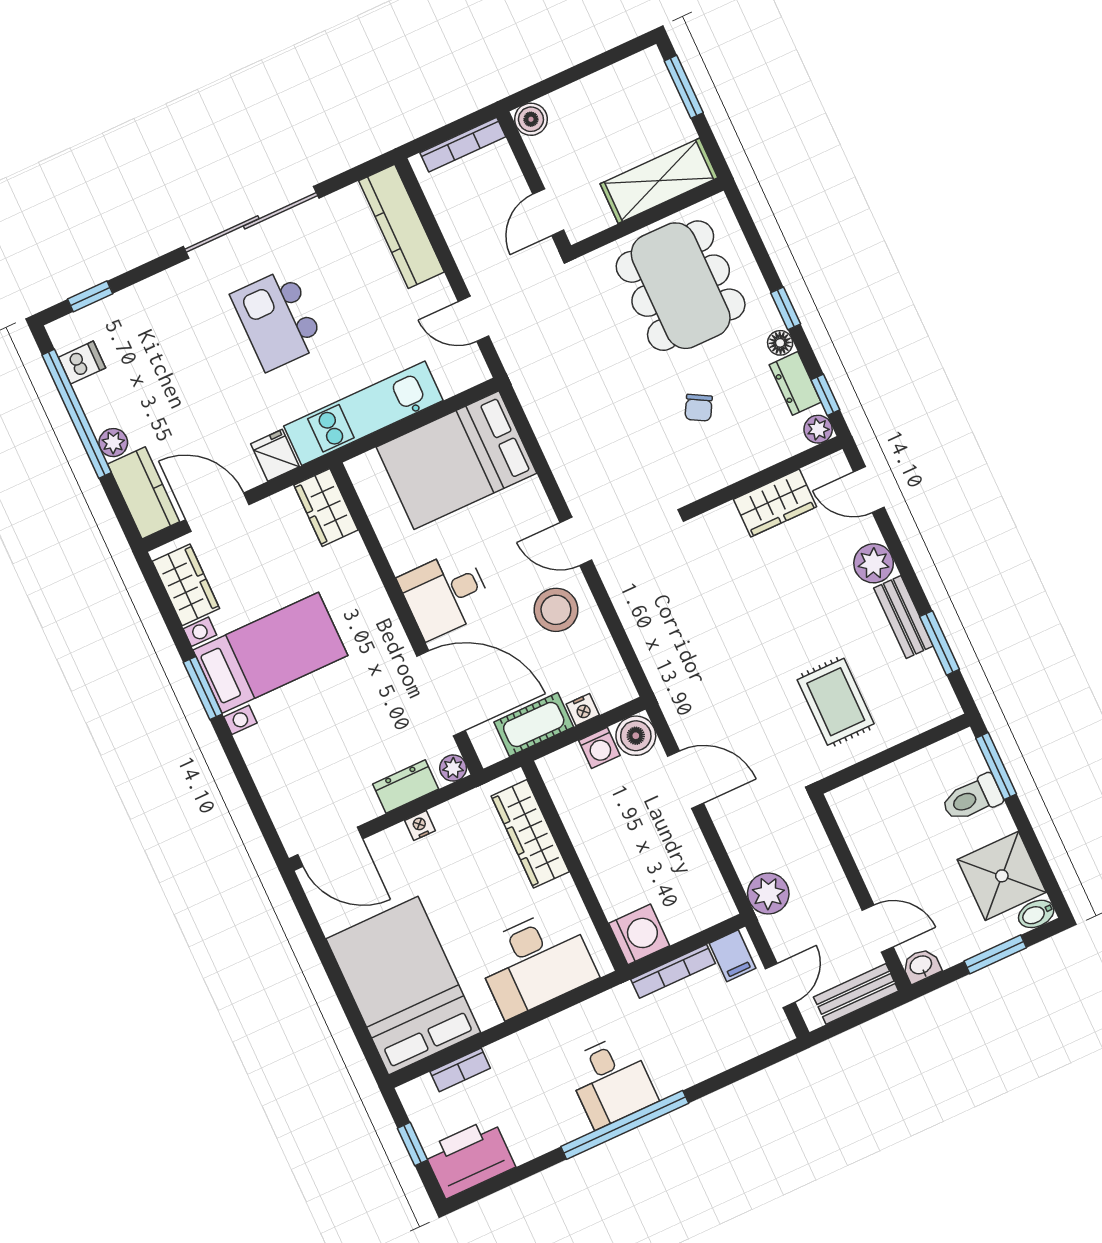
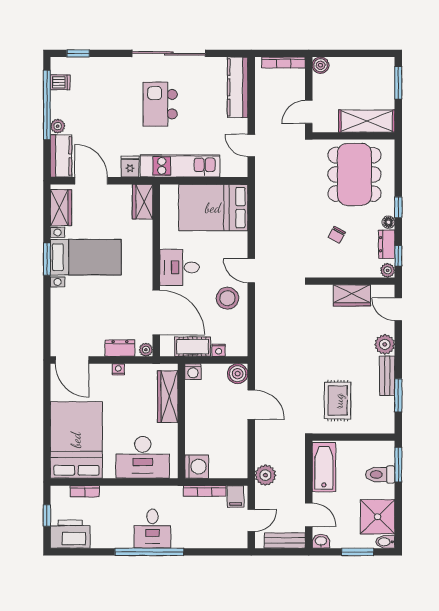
washing machine: (599, 748) -> (193, 372), moved
bathtub: (866, 831) -> (324, 467), added

